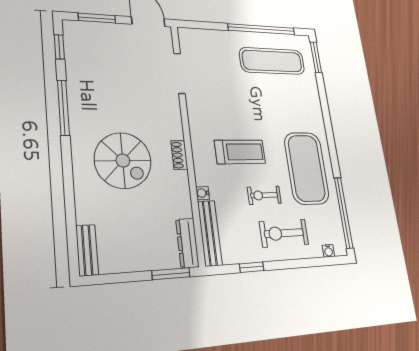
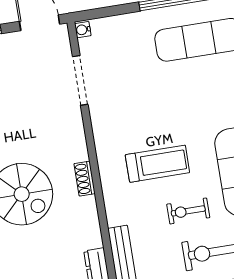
water cooler: (203, 193) -> (83, 30), moved

